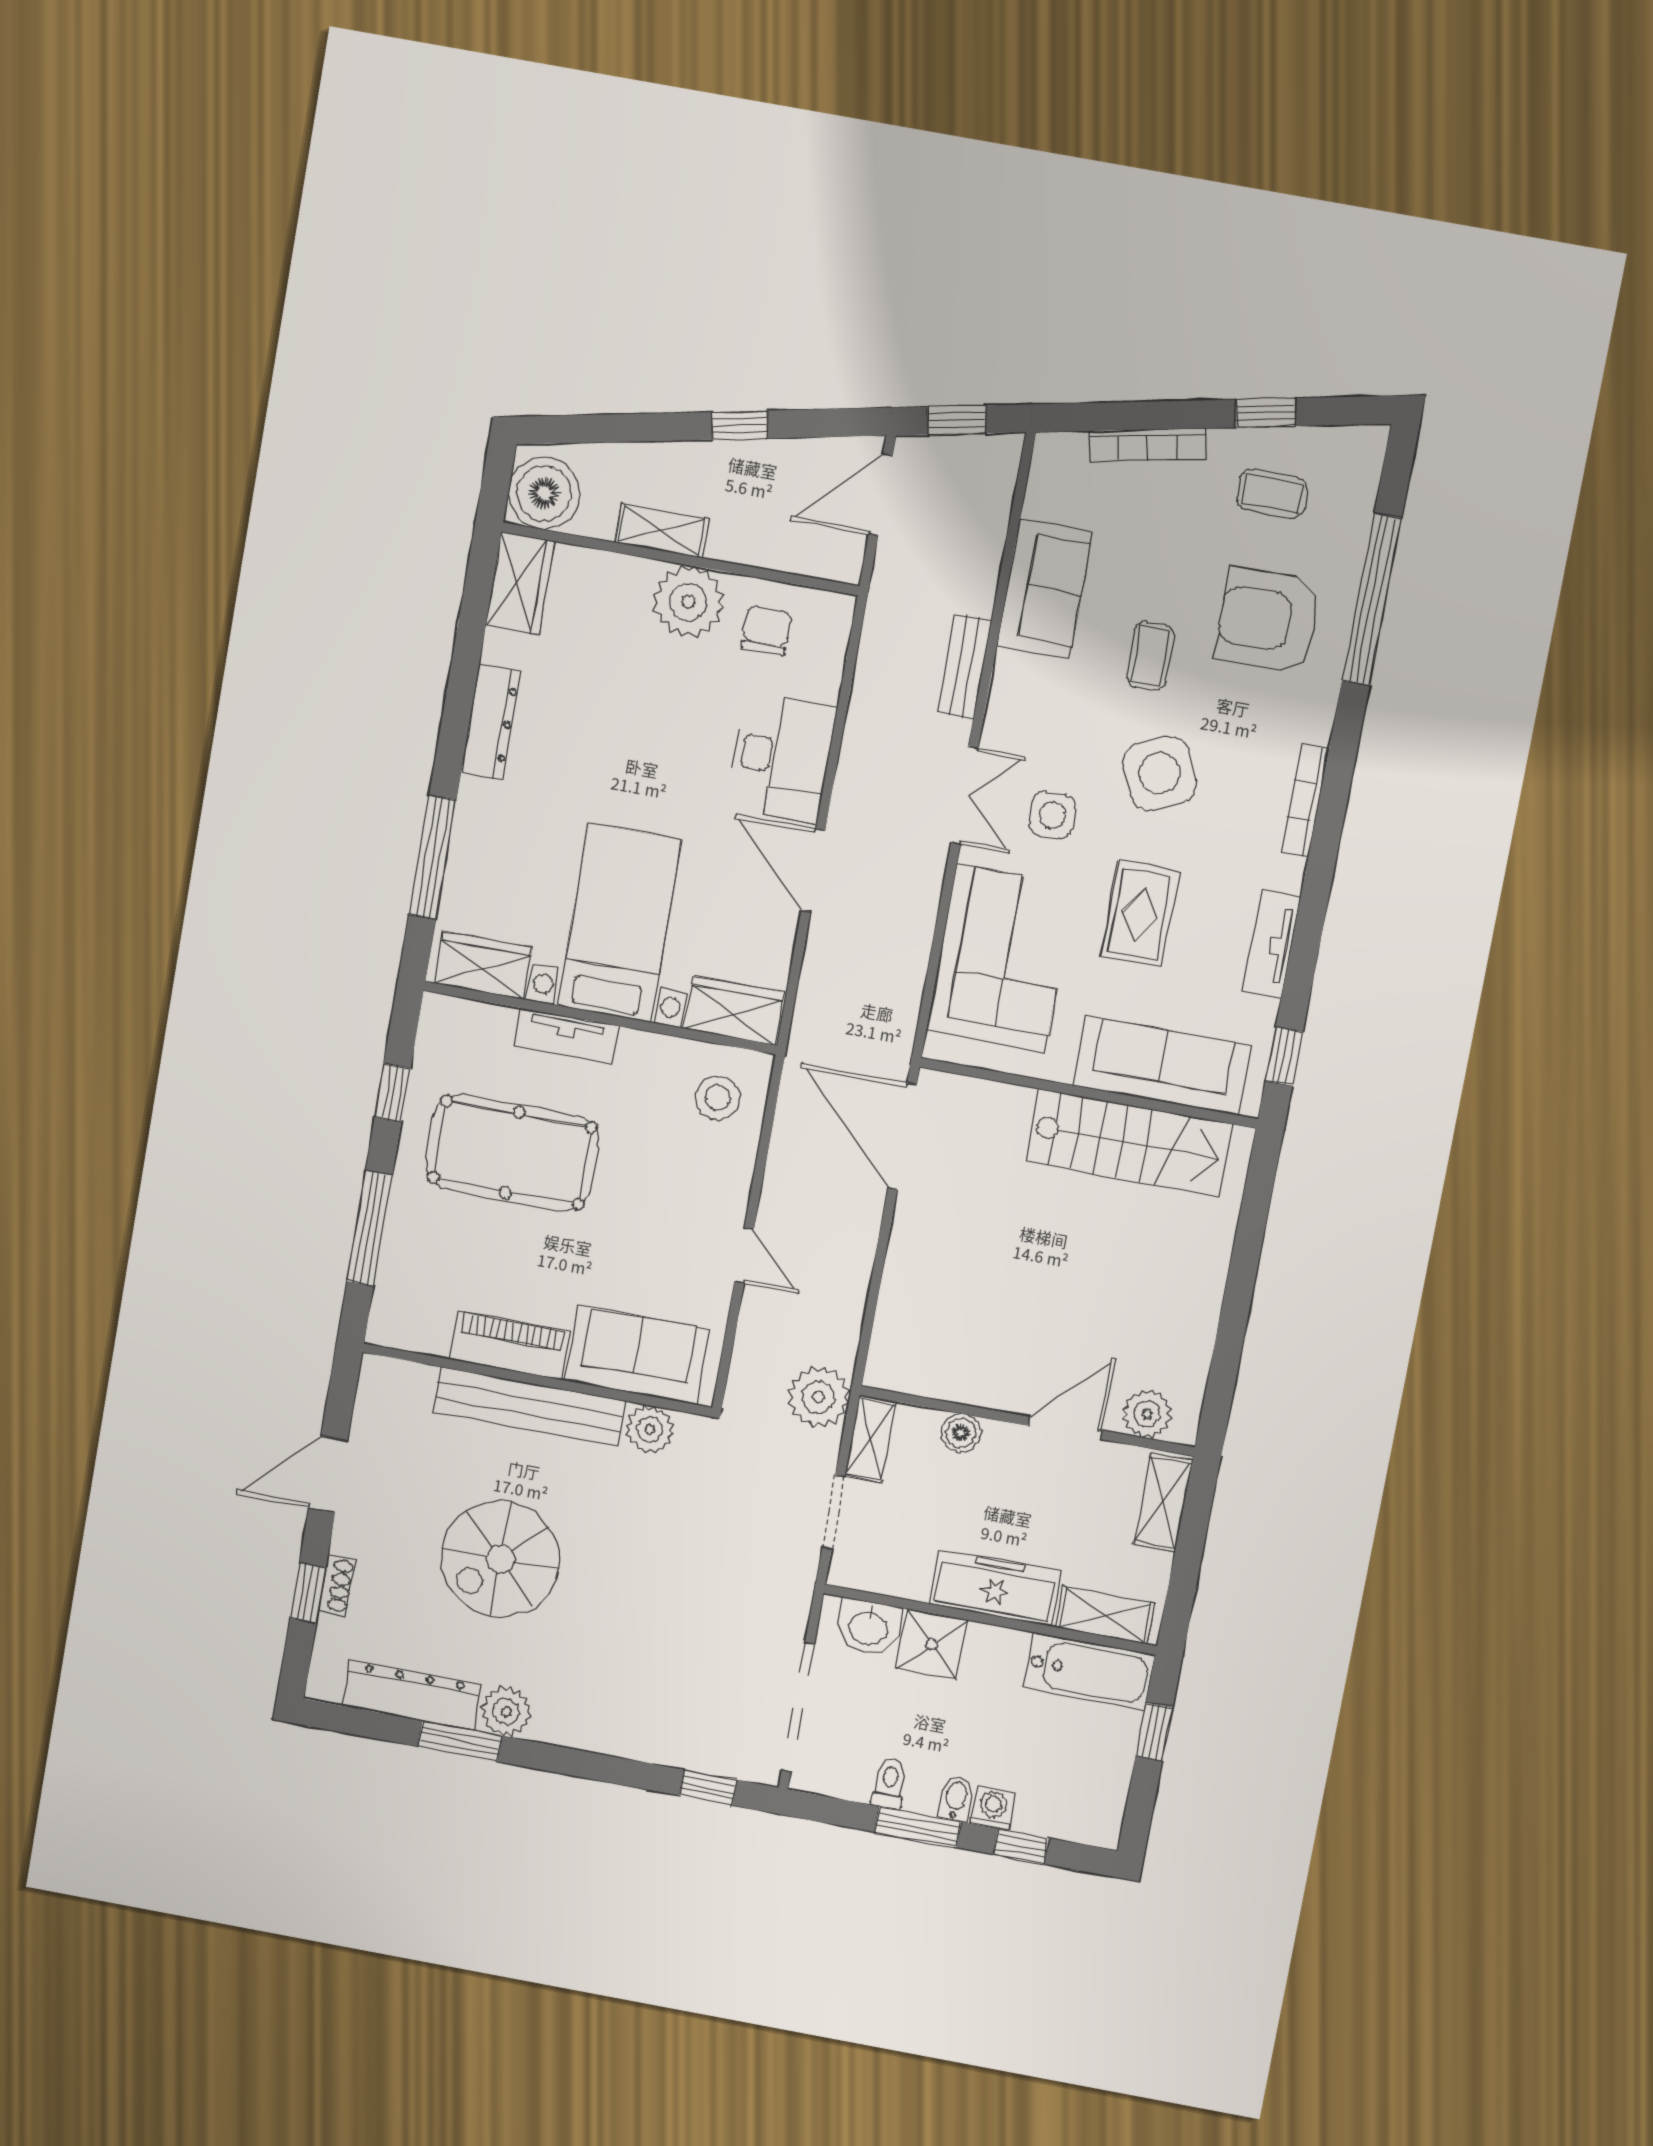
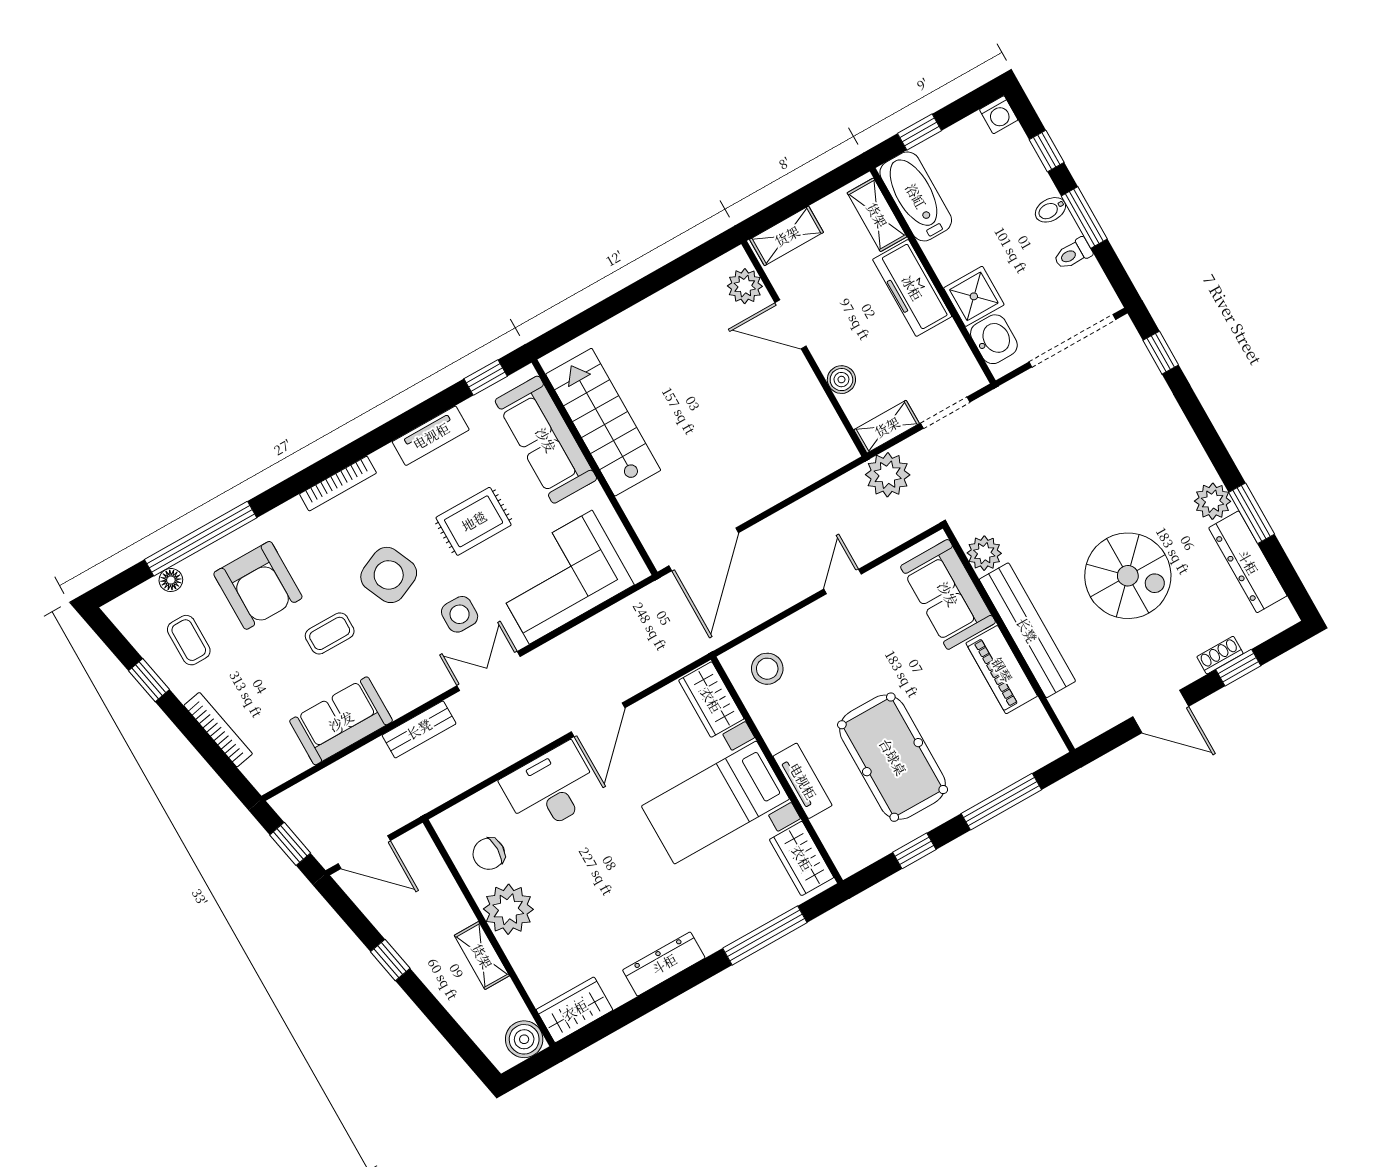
boiler: (544, 493) -> (524, 1039), width x0.73, depth x0.73
floor lamp: (1354, 529) -> (171, 580), added
washing machine: (993, 1808) -> (999, 115), moved, turned -90

